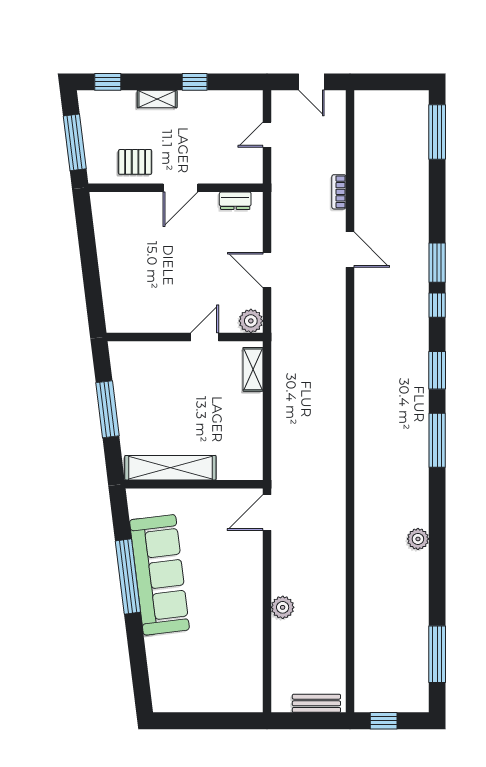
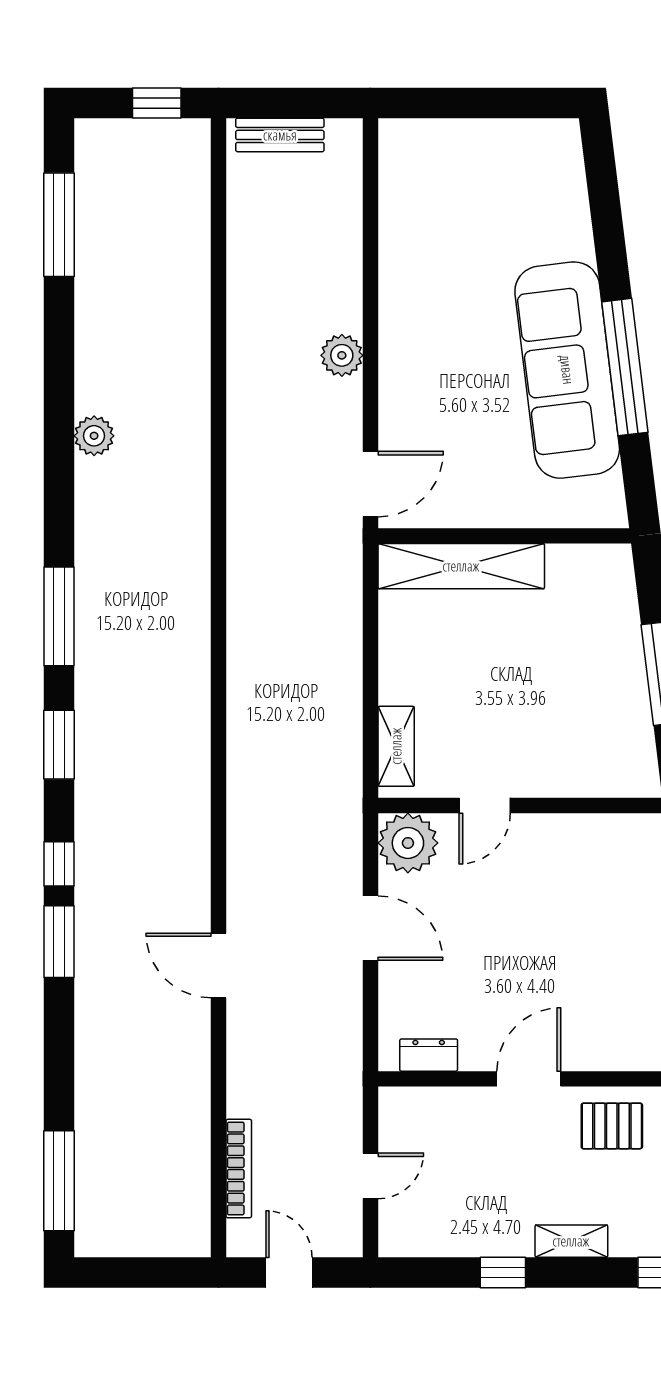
bookcase: (339, 192) -> (239, 1169), moved, width x1.56
plant: (251, 321) -> (408, 843), width x1.36, depth x1.36
shelving: (170, 468) -> (461, 566), moved
plant: (283, 607) -> (342, 355), moved

